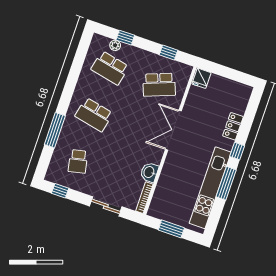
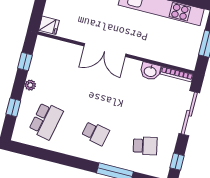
plant: (115, 45) -> (30, 85), moved
school desk: (159, 85) -> (59, 69), removed
school desk: (94, 115) -> (95, 133), width x0.54
sliding door: (106, 206) -> (189, 113), width x1.37

